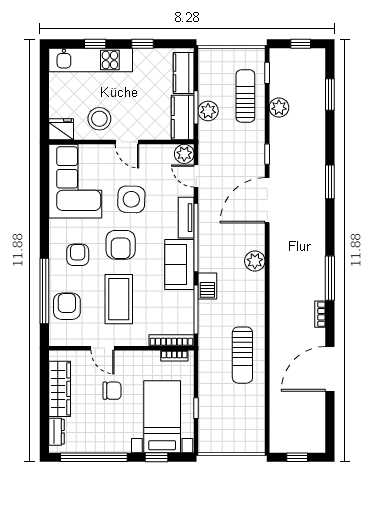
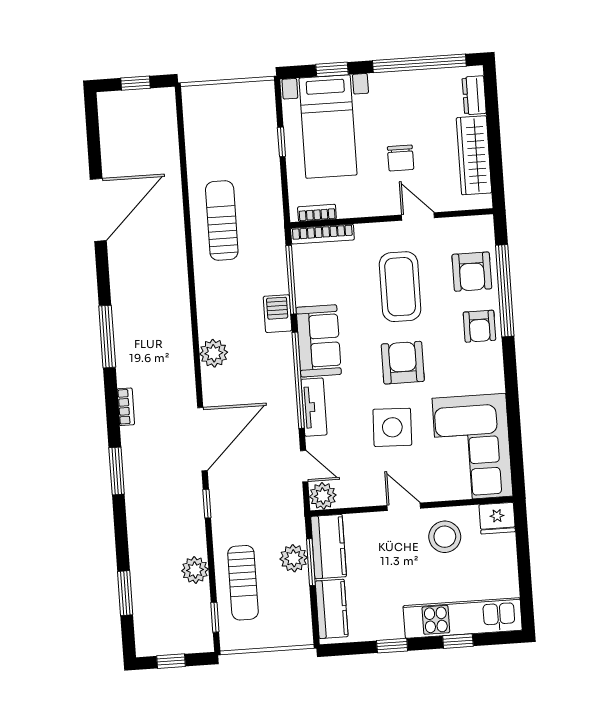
armchair: (78, 255) -> (479, 326), moved
bookcase: (320, 314) -> (126, 407), moved
chair: (112, 391) -> (401, 158), turned -90

